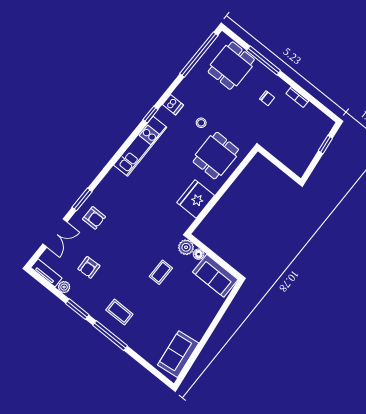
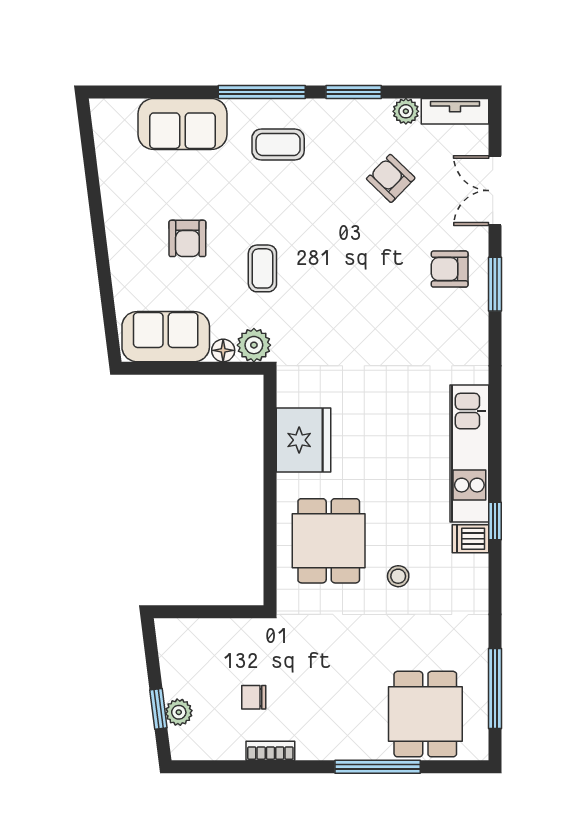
window: (199, 55) -> (495, 689), width x0.68
chair: (267, 98) -> (254, 697), moved
dishwasher: (173, 105) -> (471, 539), moved
plant: (319, 137) -> (179, 712), added
armchair: (89, 267) -> (391, 178), turned -43
armchair: (179, 305) -> (187, 238), added
sofa: (178, 354) -> (182, 124), moved, turned 97

